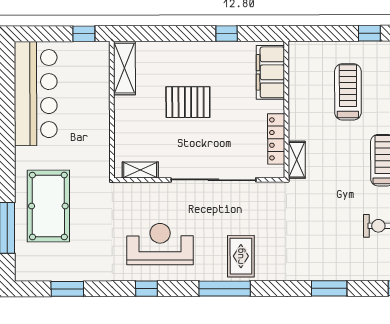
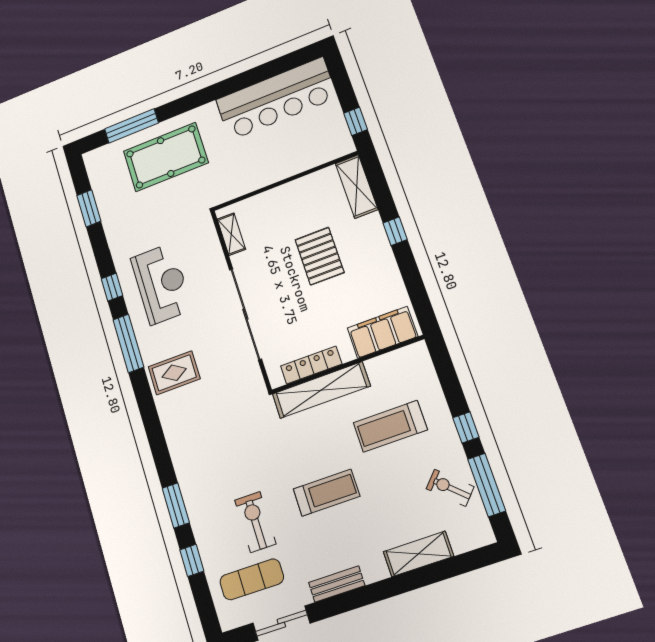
window: (227, 34) -> (395, 231), moved
shelving: (124, 68) -> (357, 186), moved, turned 90
treadmill: (348, 92) -> (390, 426), turned 180
shelving: (297, 160) -> (321, 390), width x2.20, depth x1.33
window: (329, 288) -> (176, 505), moved
window: (225, 289) -> (128, 343), moved

